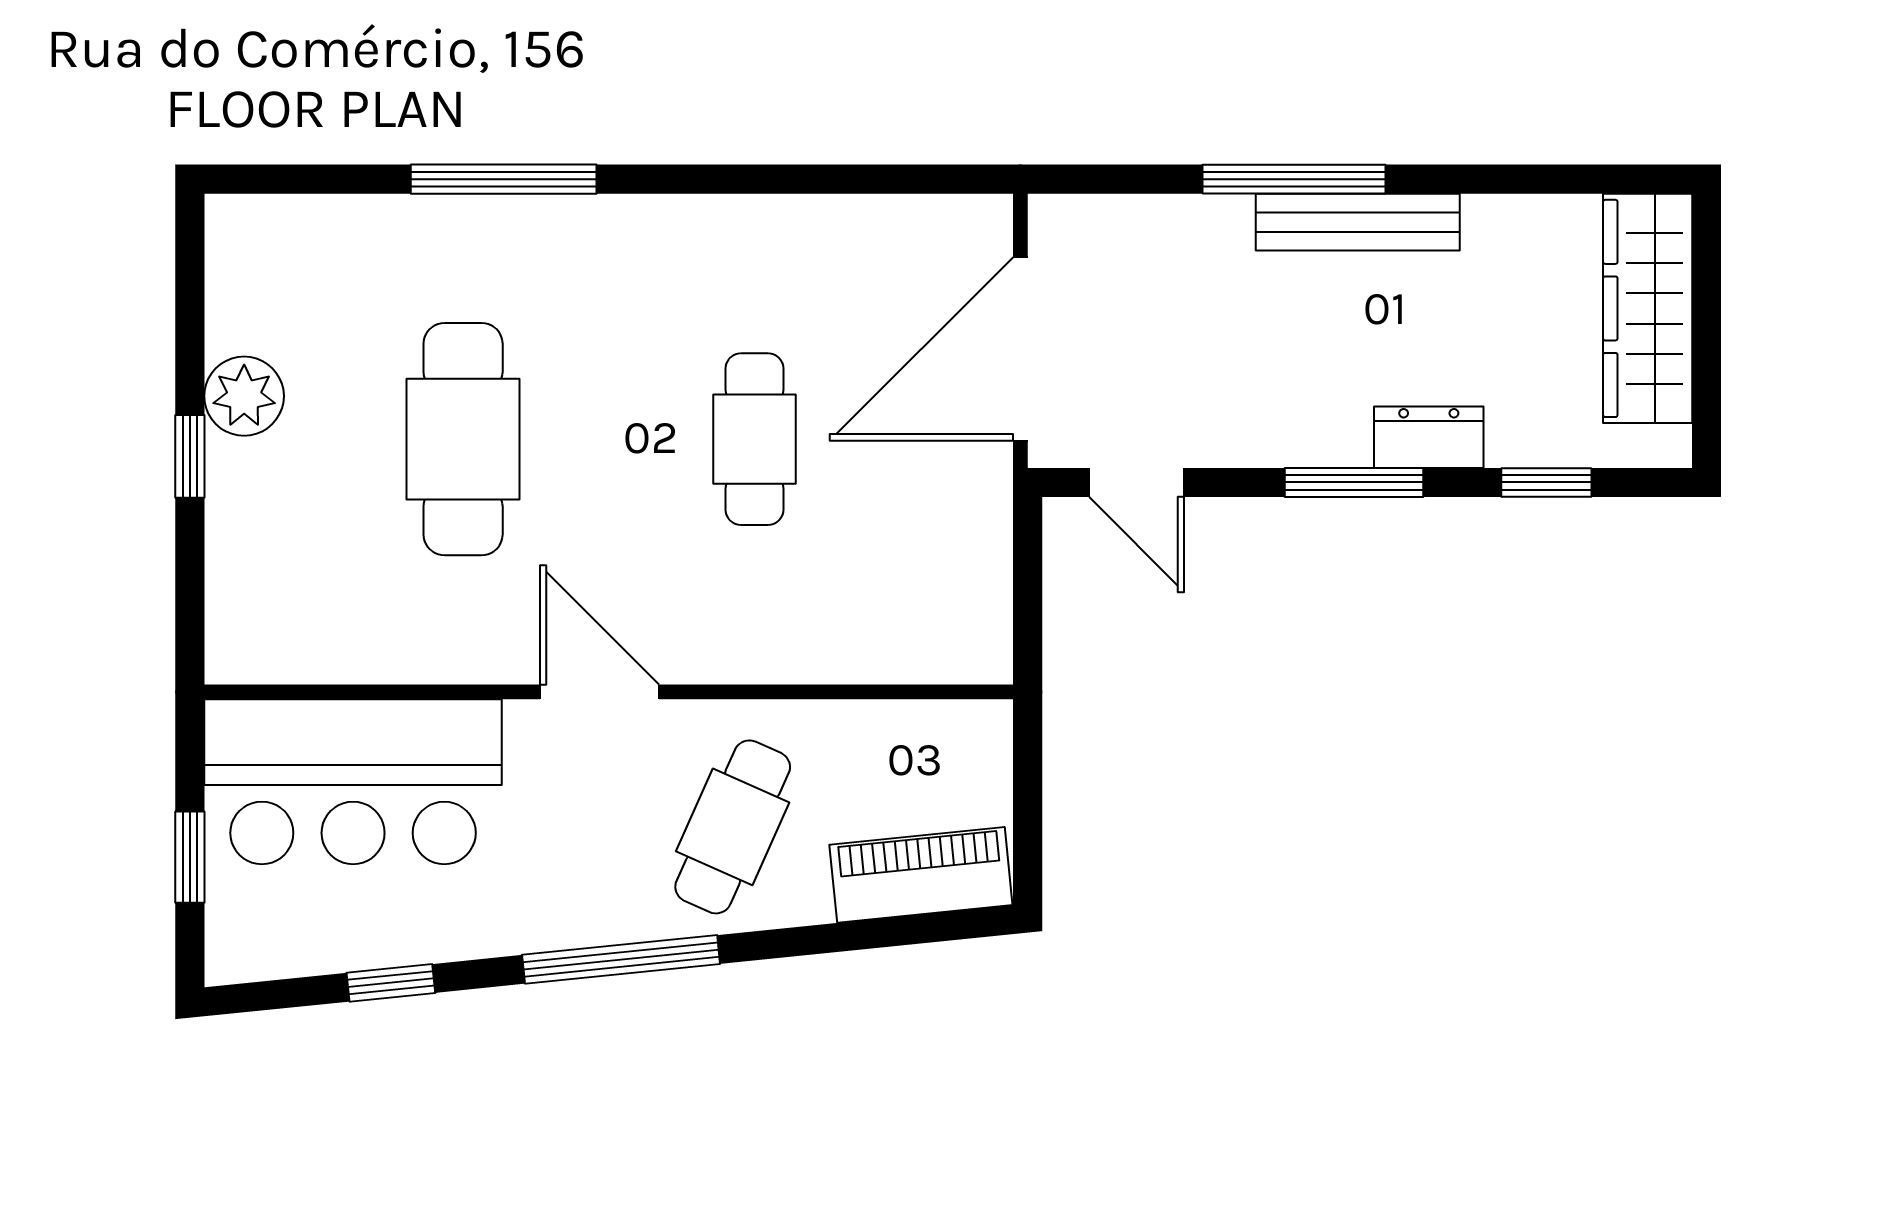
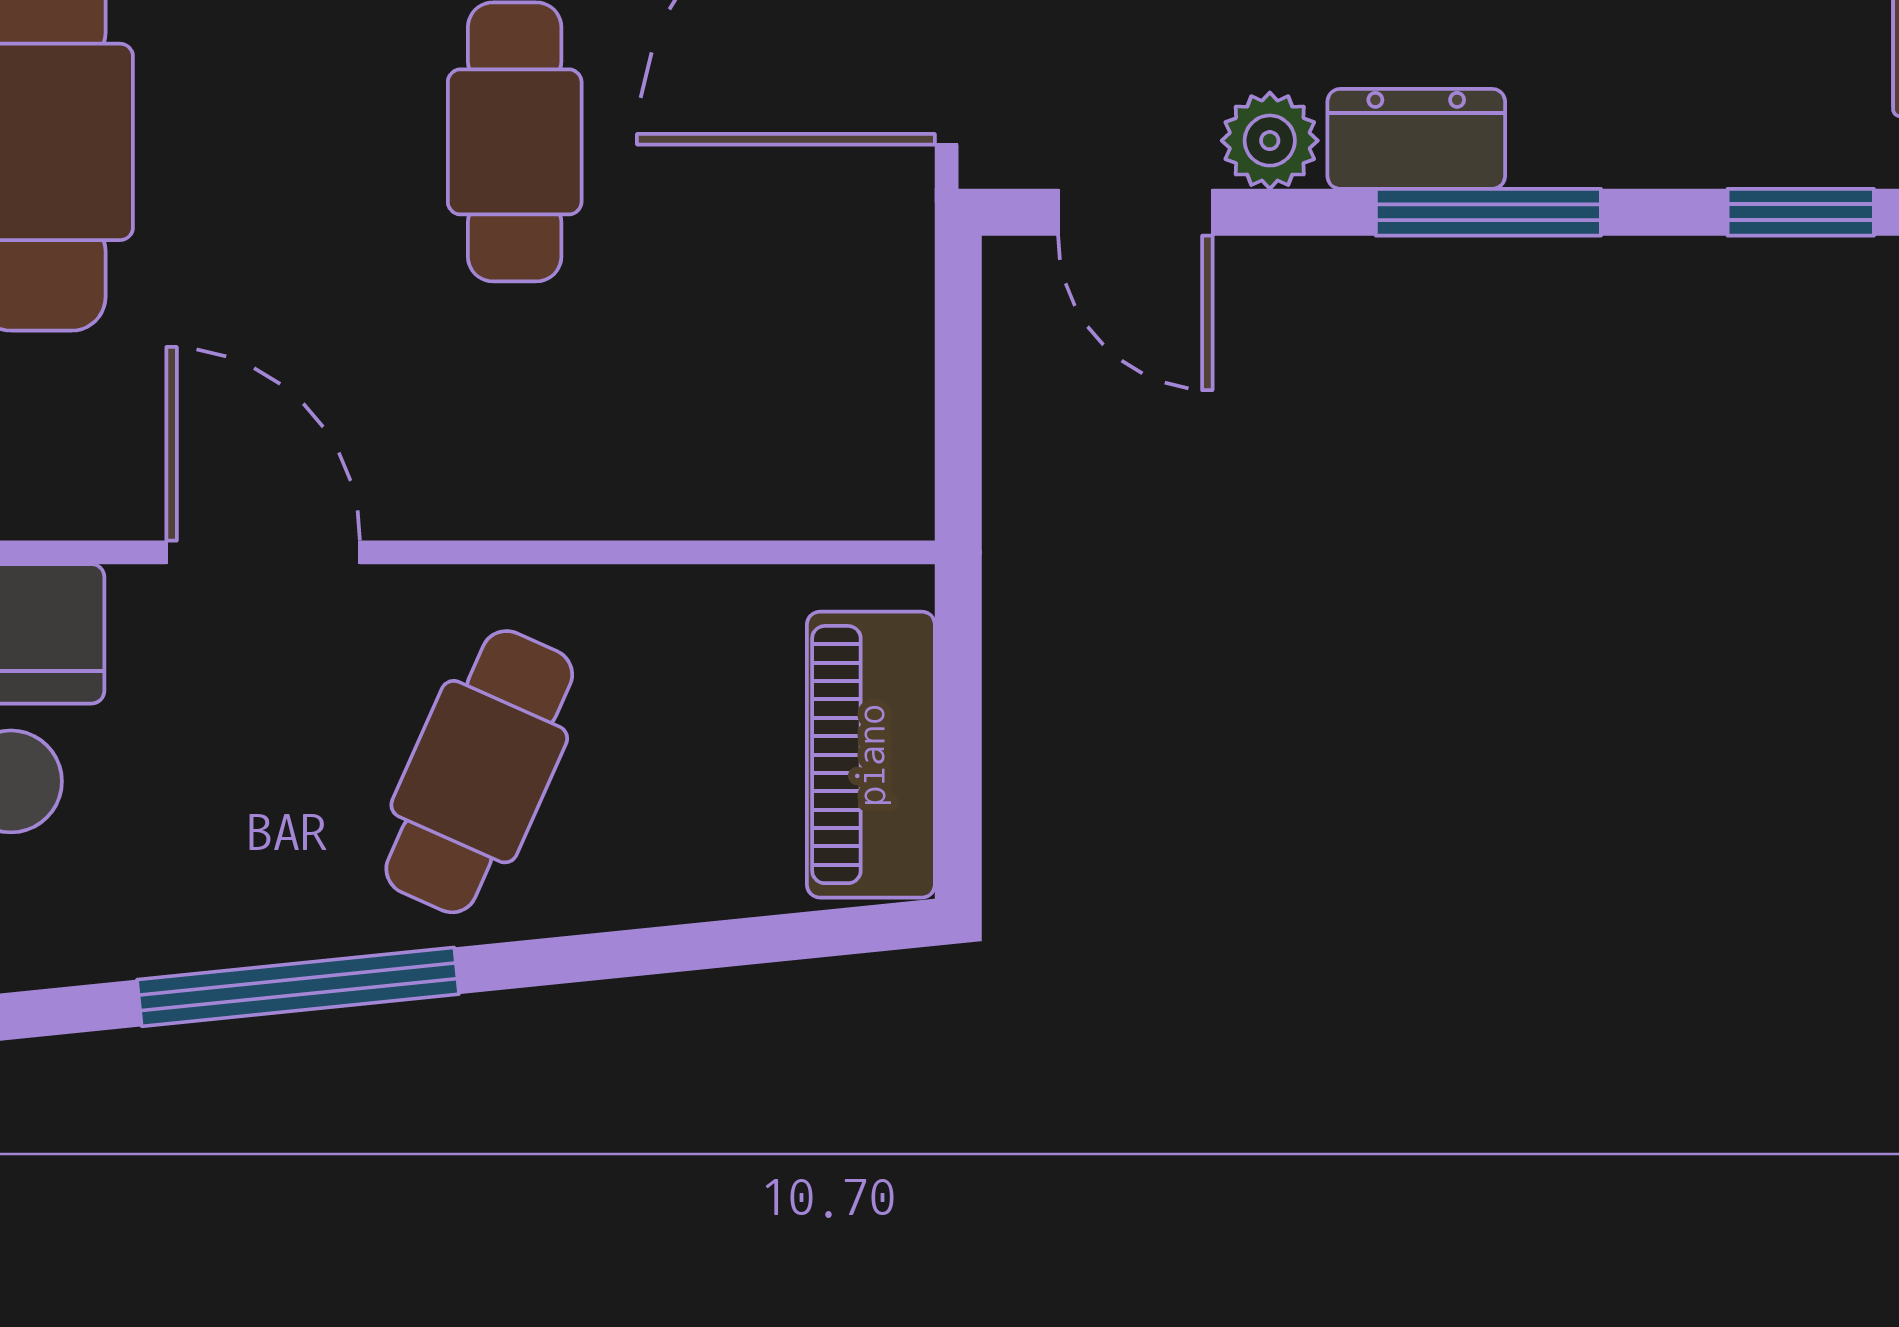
dresser: (1429, 437) -> (1416, 139), moved
plant: (1219, 438) -> (1270, 141), added
piano: (921, 875) -> (871, 755), moved, turned -84

